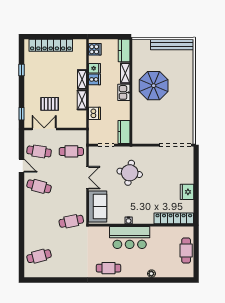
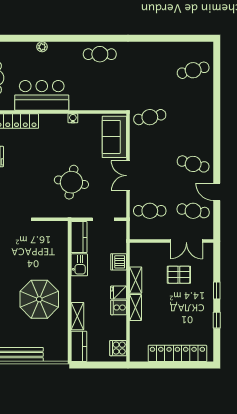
fridge: (95, 68) -> (119, 293), moved
kitchen sink: (124, 92) -> (79, 265), moved
window: (21, 114) -> (217, 291), moved
bar counter: (130, 237) -> (42, 95), moved

